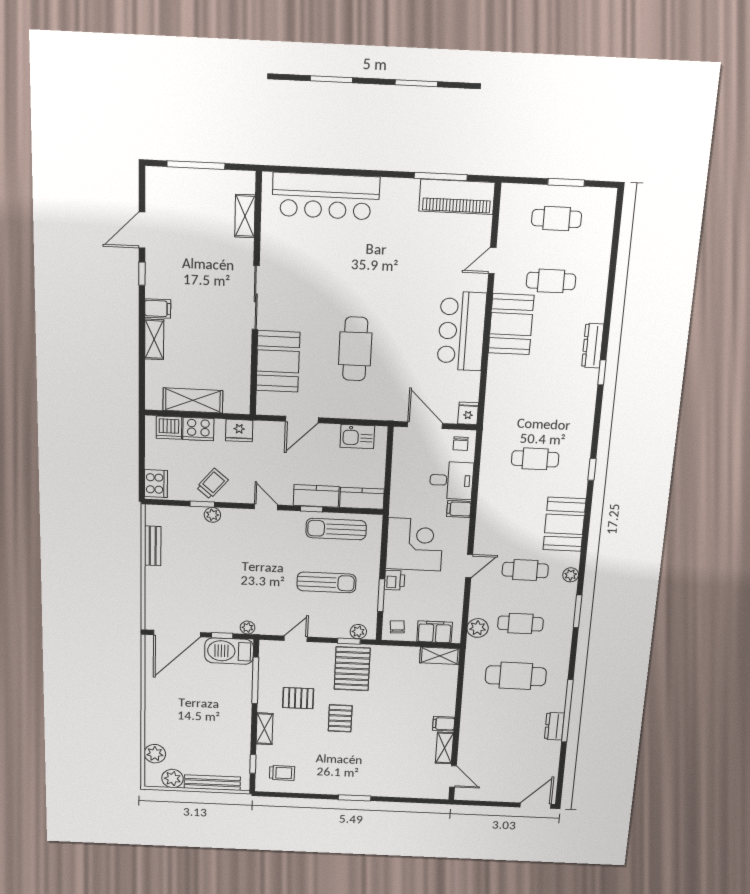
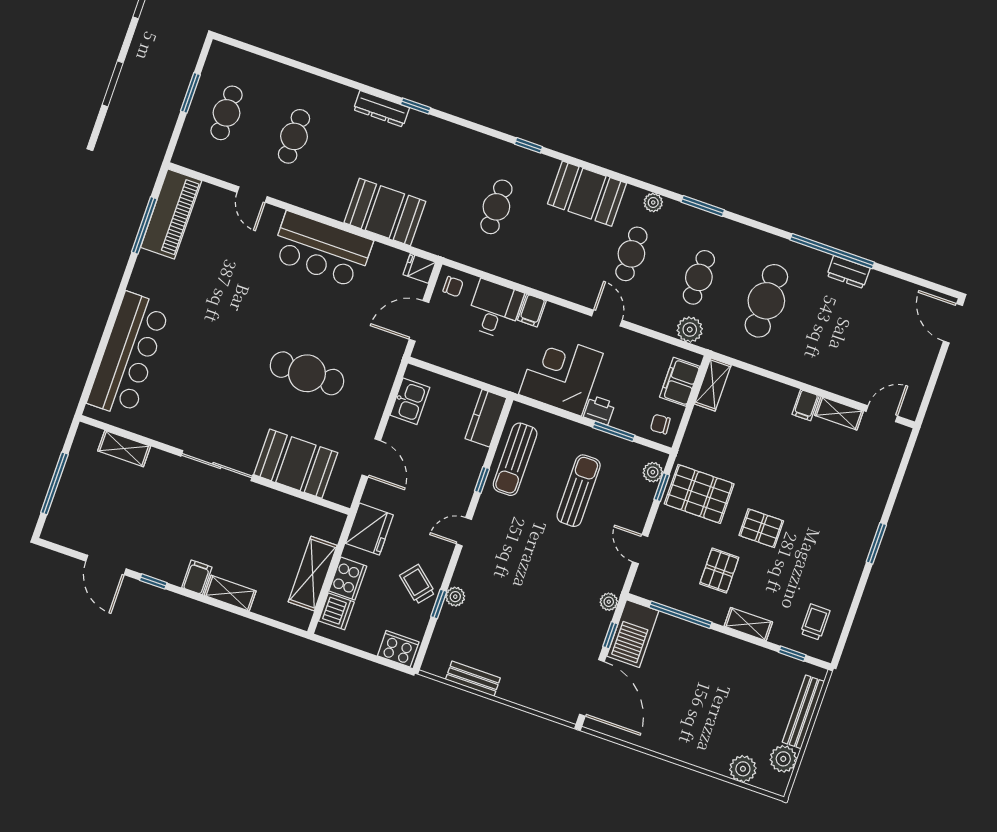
booth: (511, 324) -> (385, 212), moved
fridge: (239, 430) -> (369, 529), width x1.36, depth x1.34
kitchen counter: (316, 496) -> (468, 470), removed

